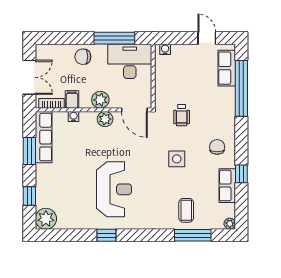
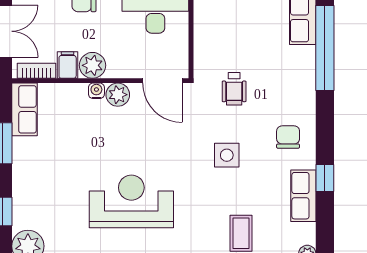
plant: (100, 100) -> (92, 65), moved
water cooler: (74, 117) -> (96, 91), moved
row of seats: (44, 137) -> (24, 109), width x0.68
reception desk: (114, 189) -> (131, 201), turned -90

